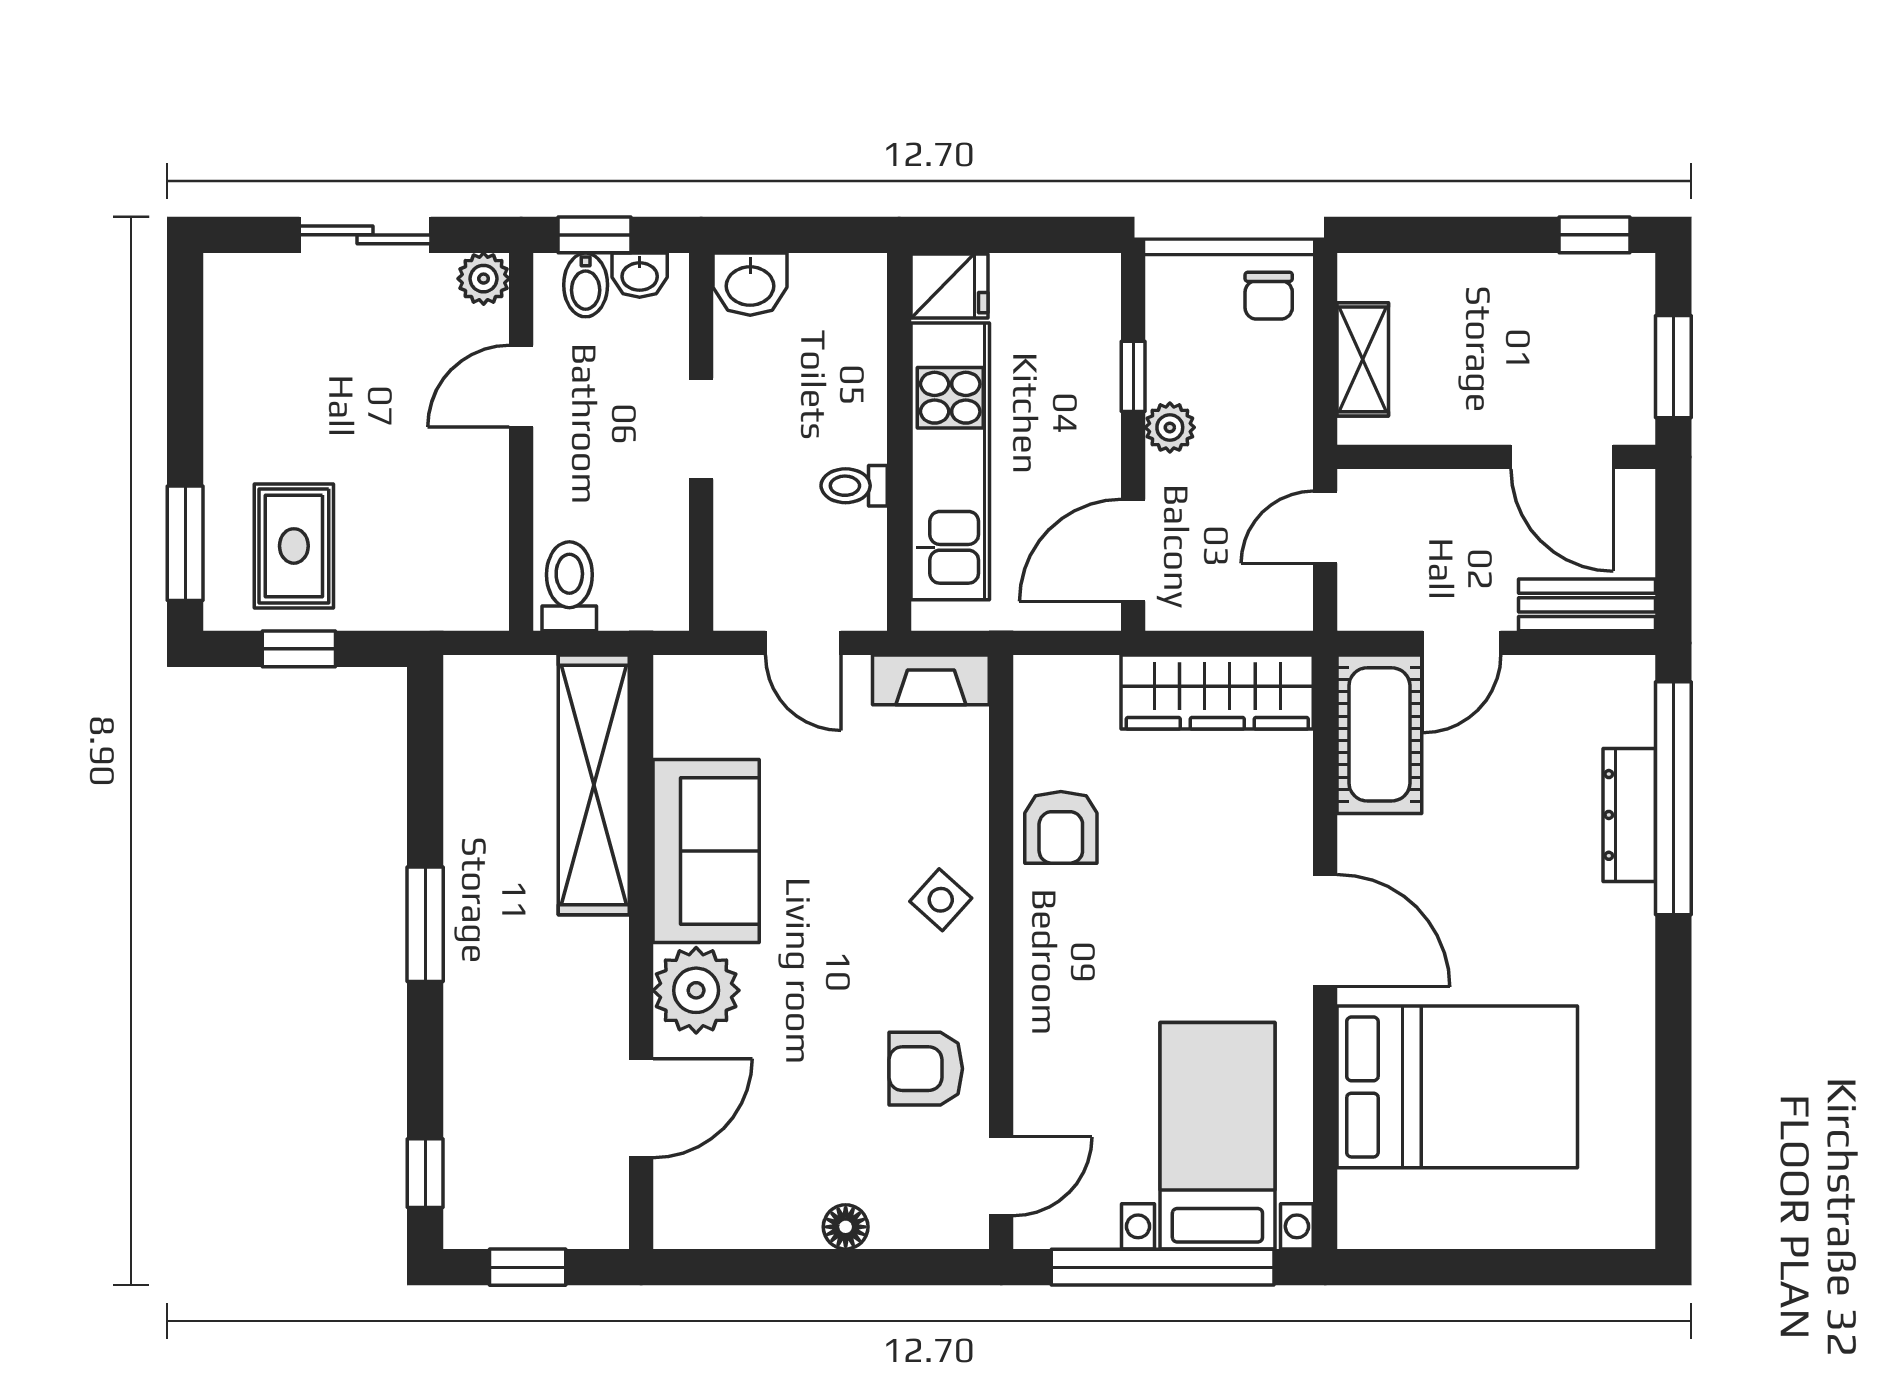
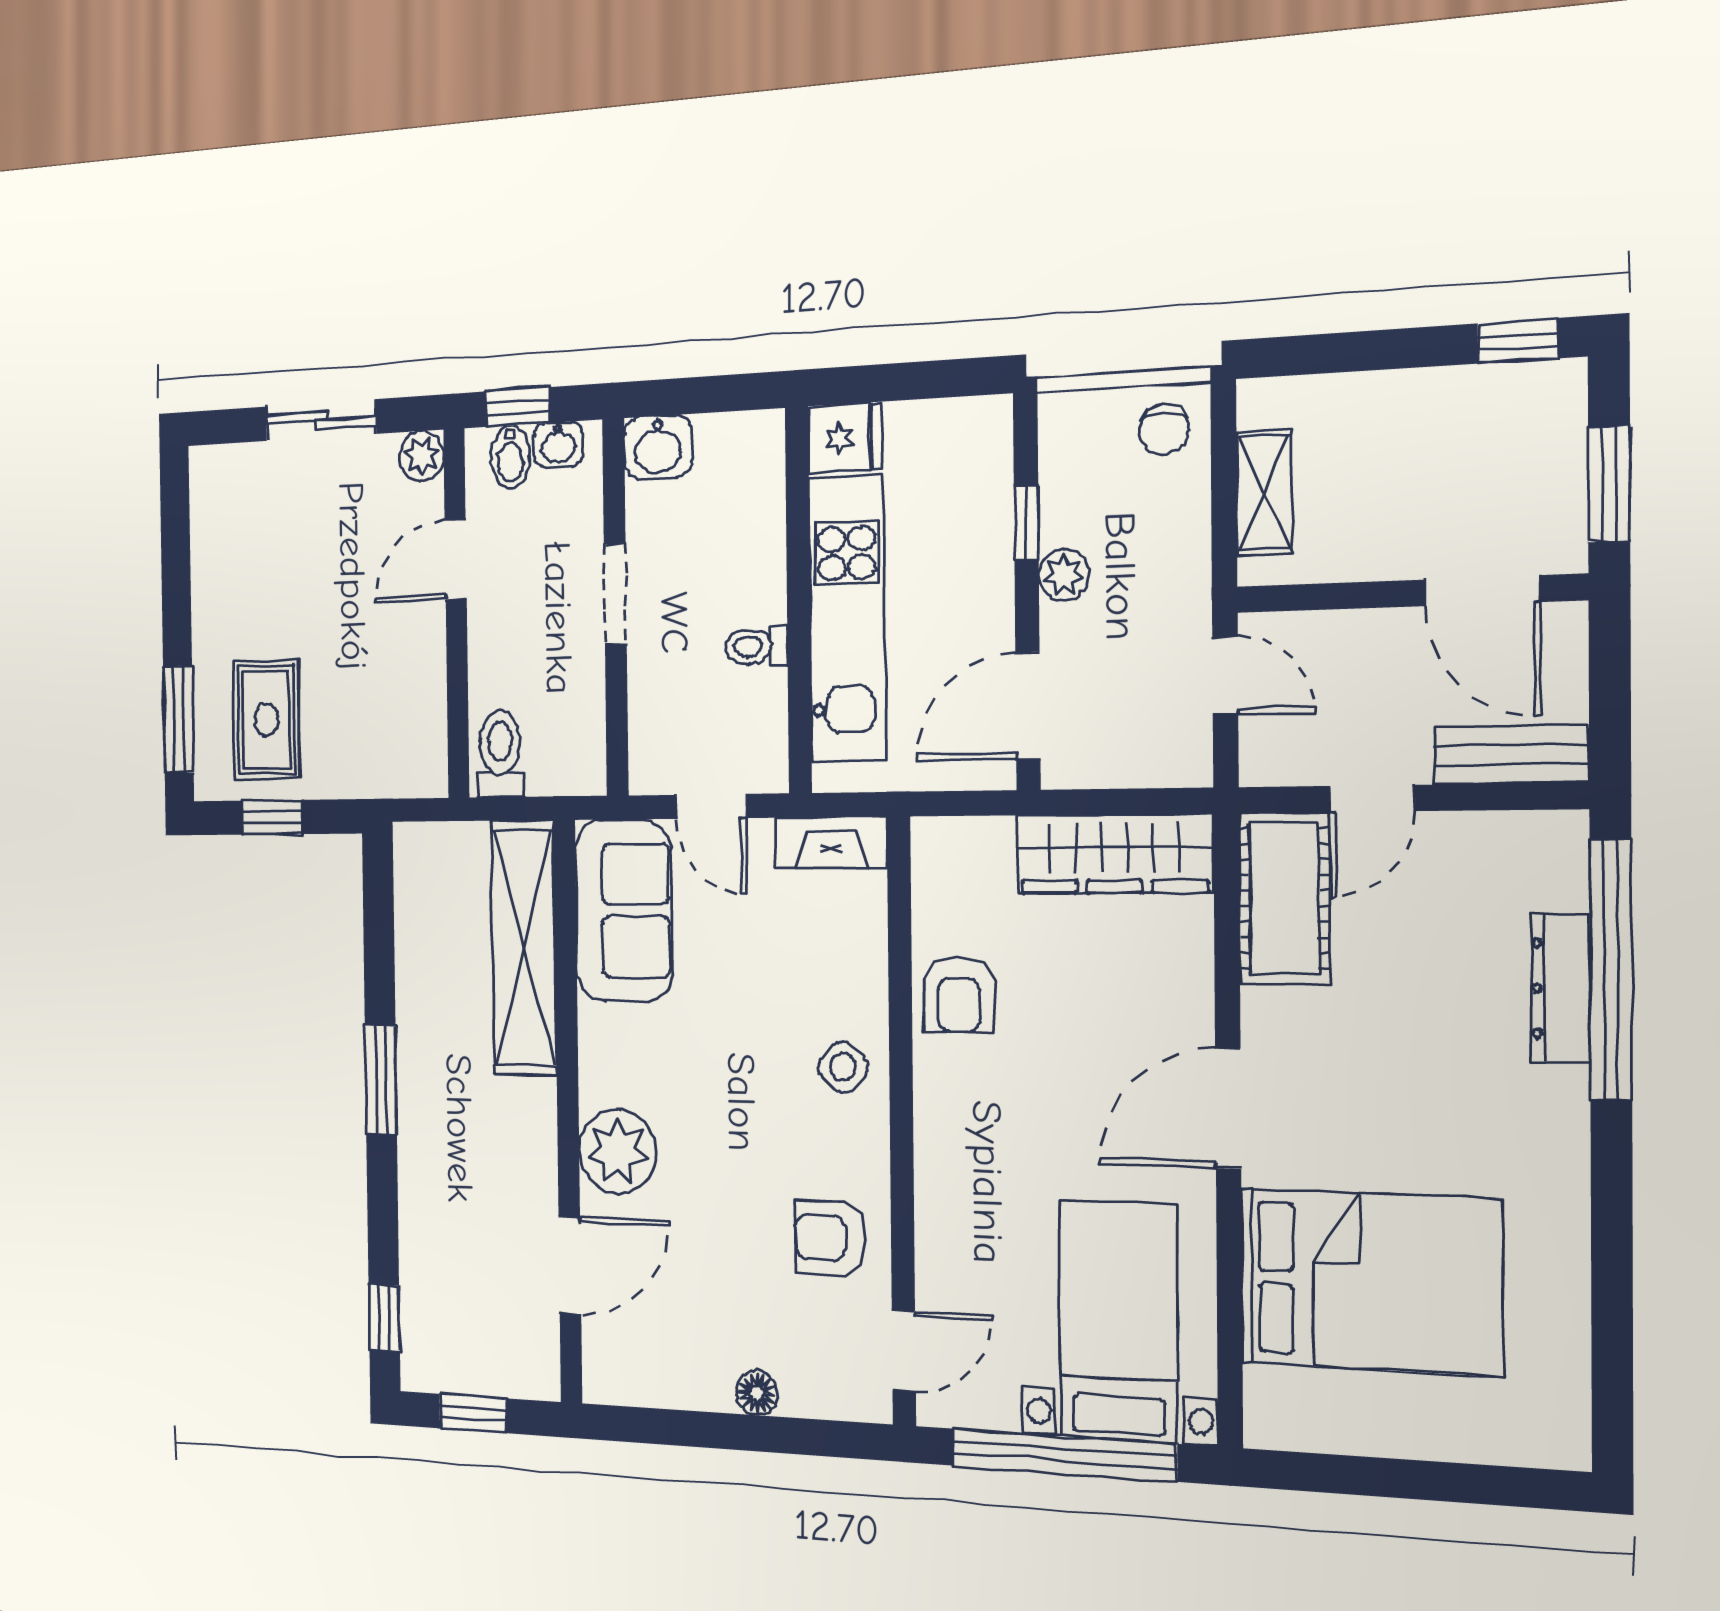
door: (1325, 527) -> (1225, 676), swing flipped
sofa: (706, 851) -> (624, 910), moved
door: (1325, 931) -> (1228, 1108), swing flipped

